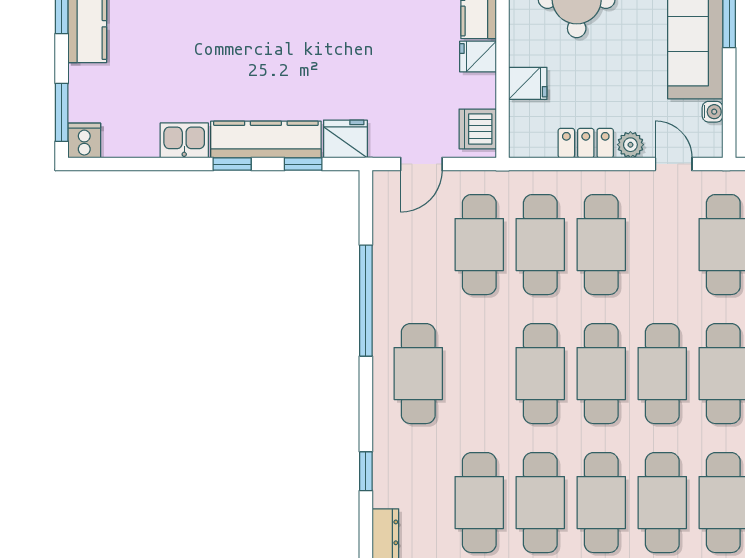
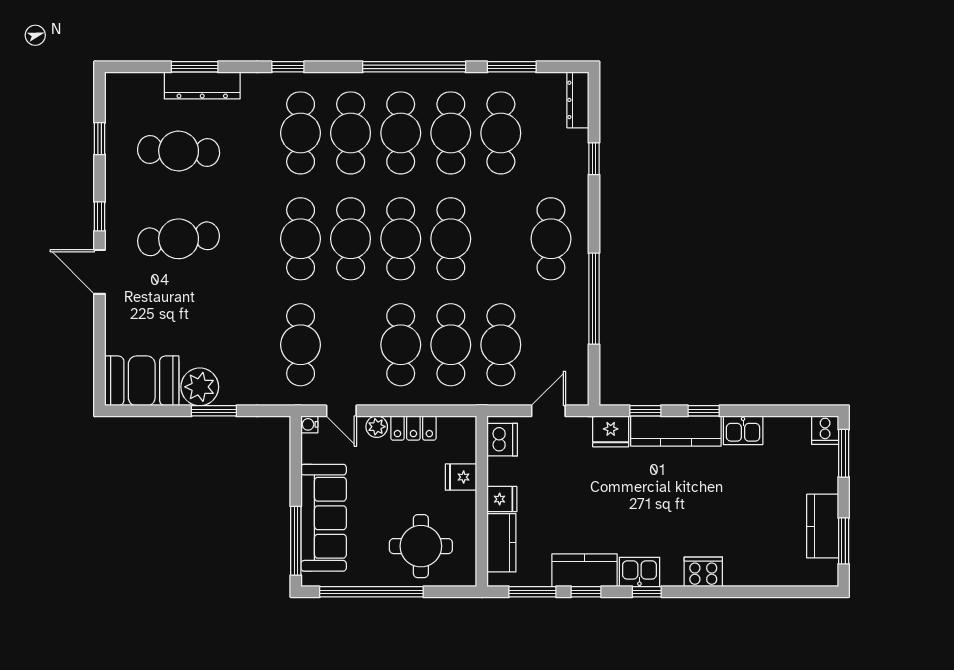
water cooler: (713, 112) -> (309, 424), moved

